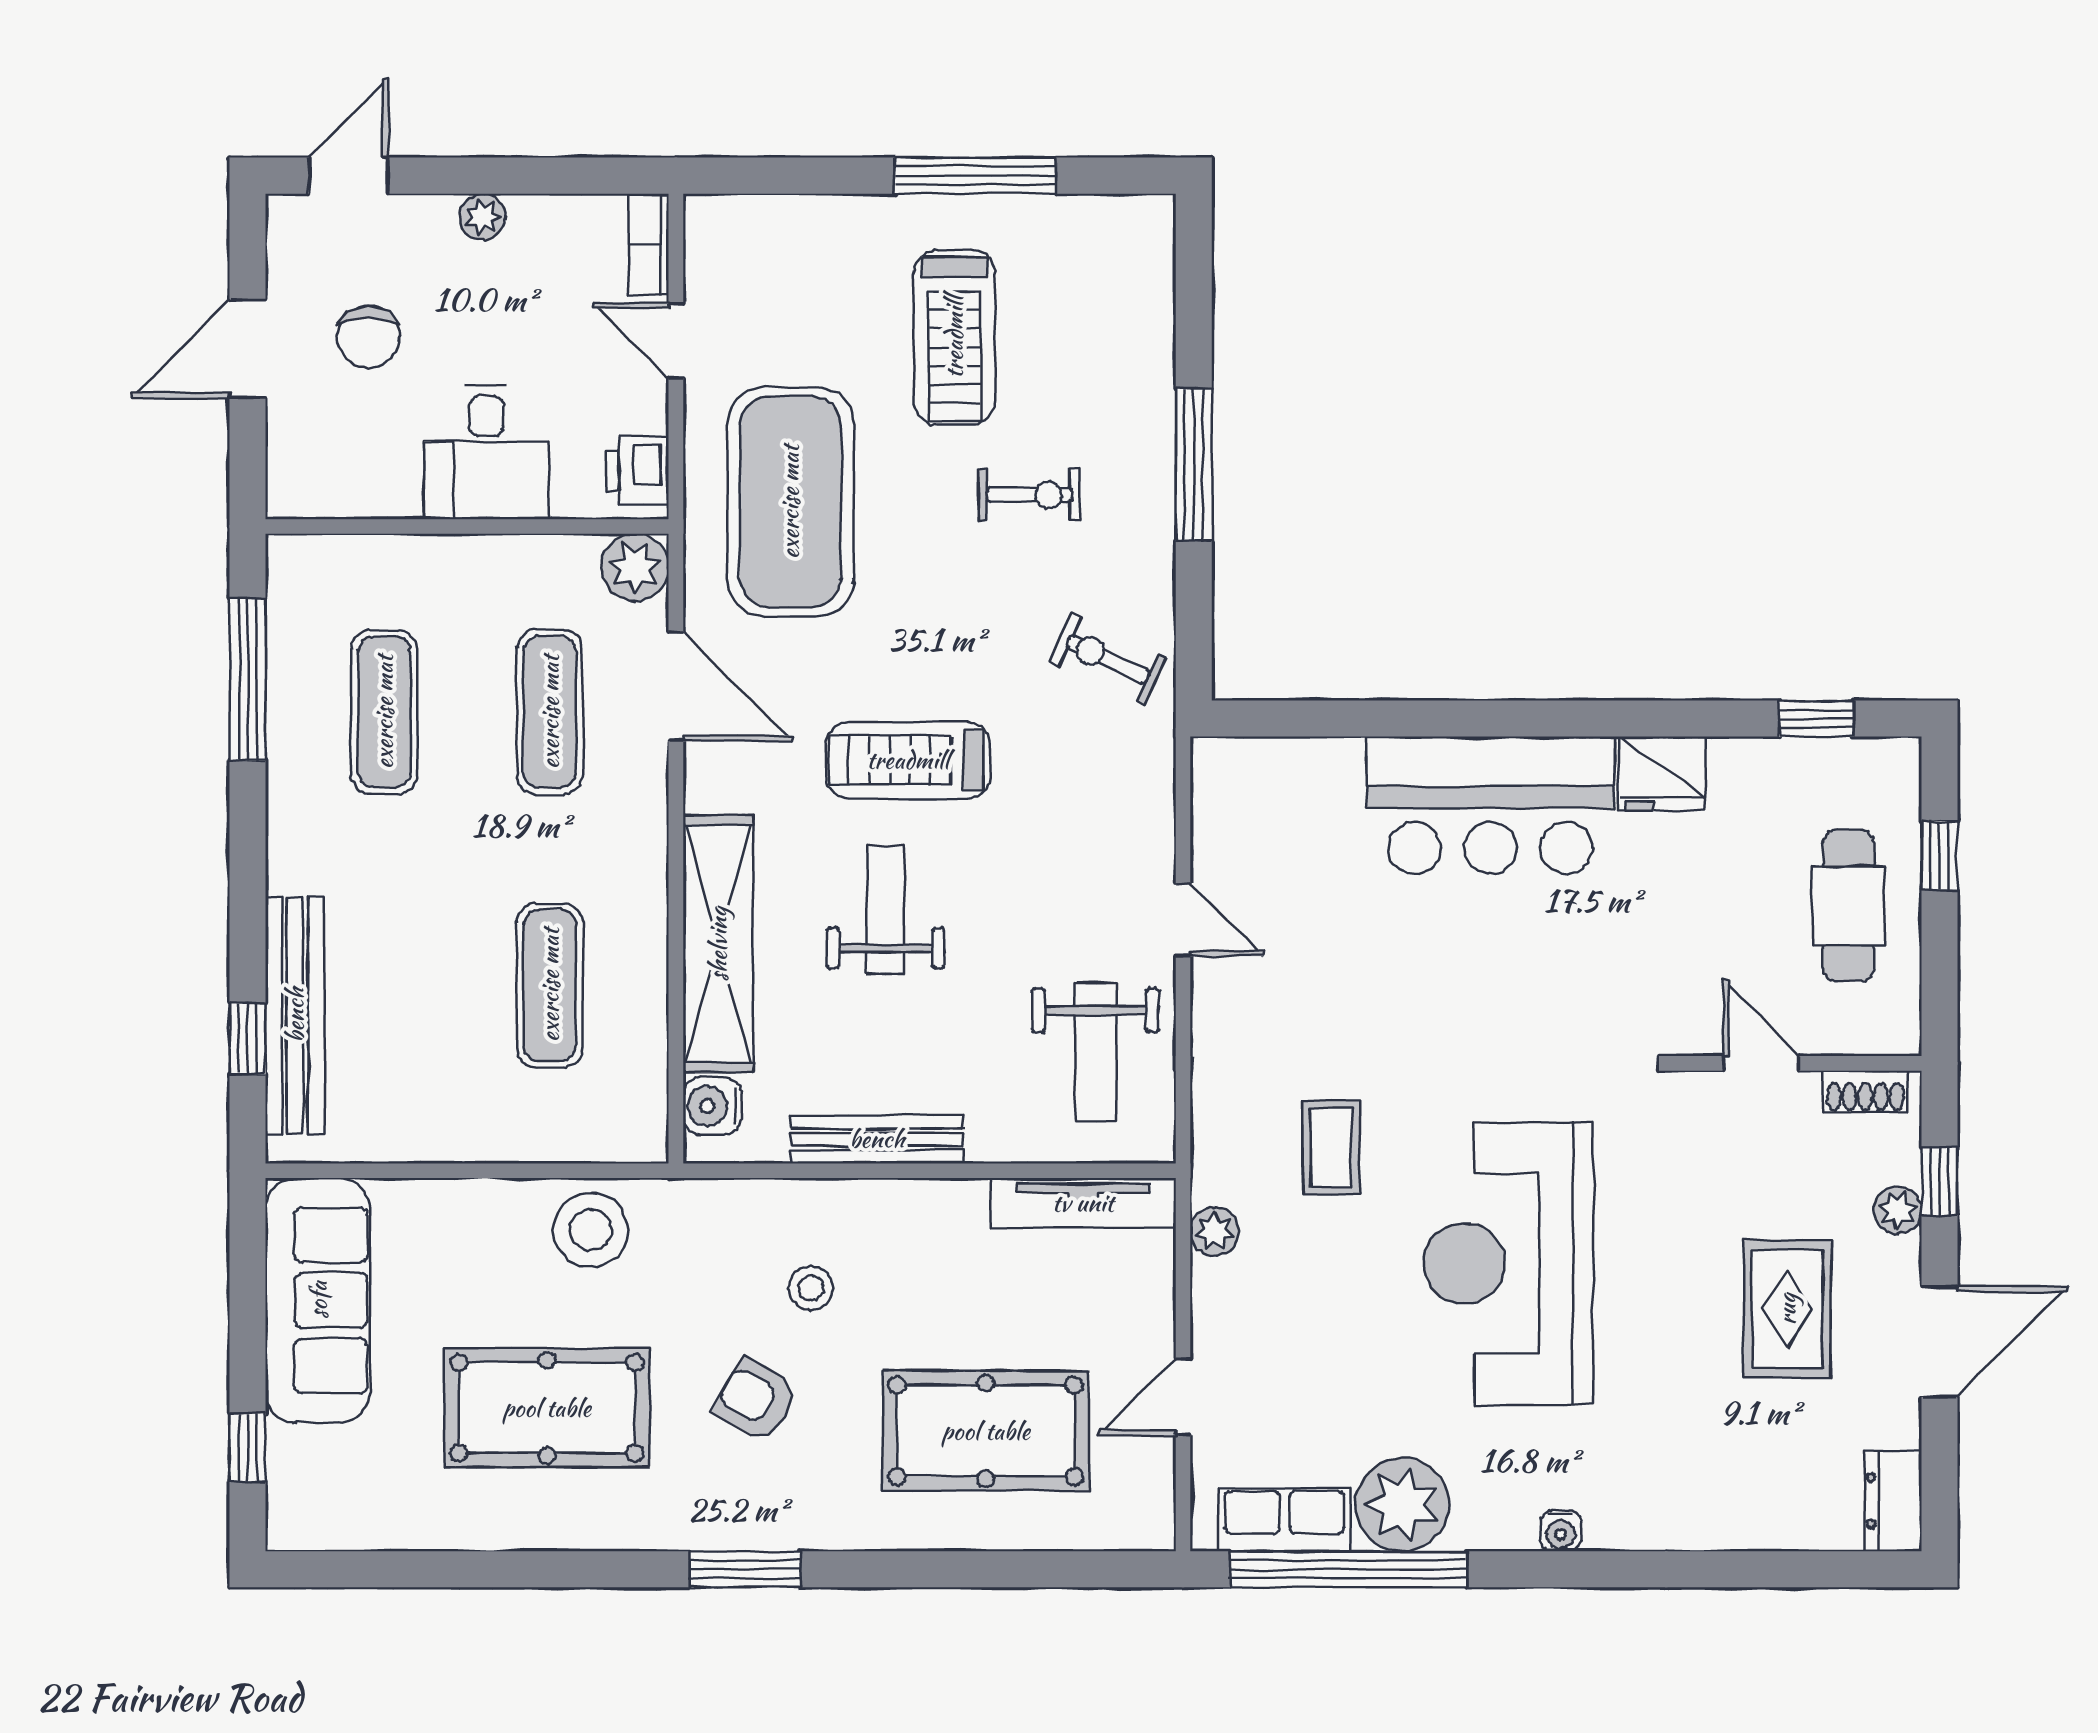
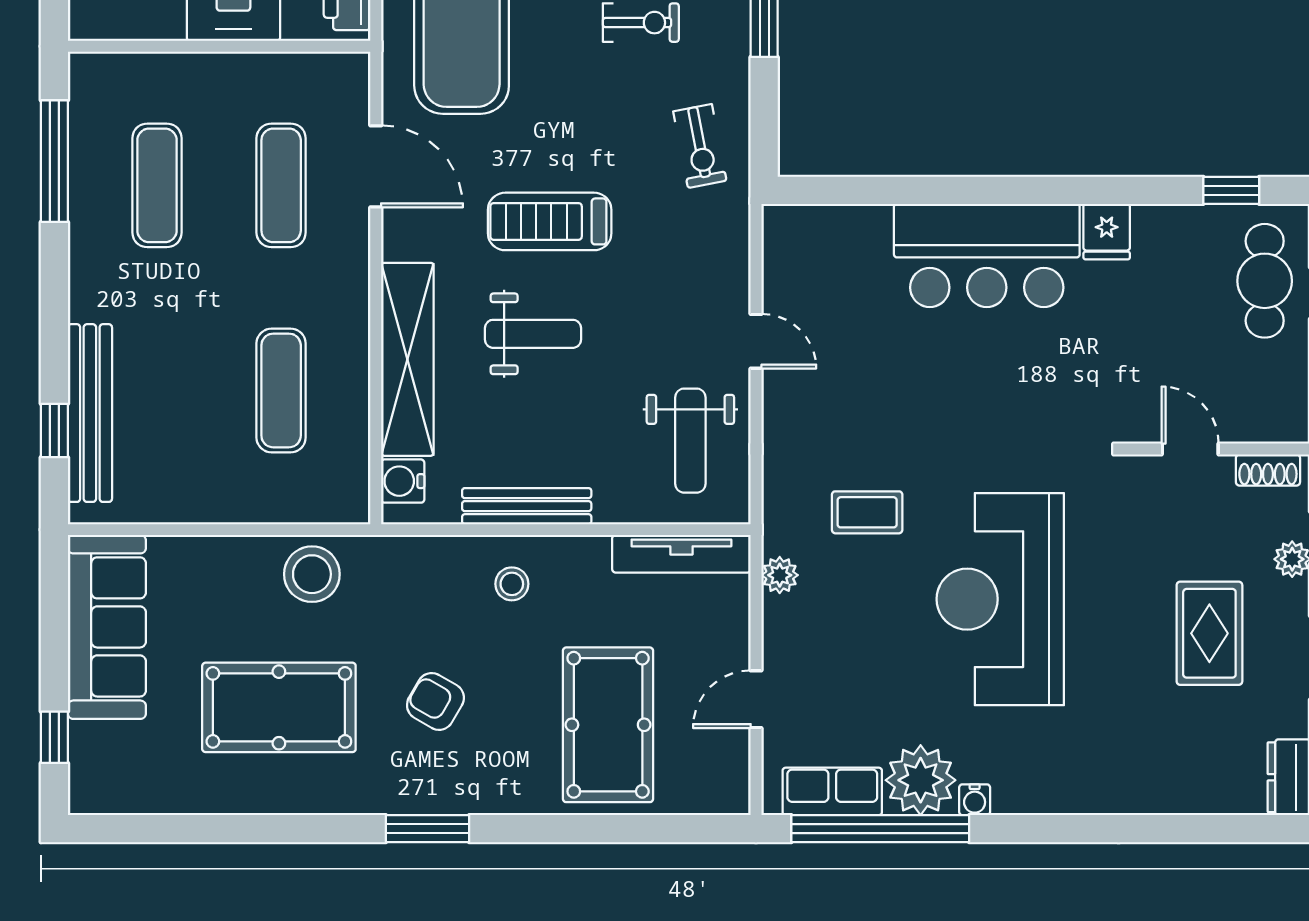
plant: (635, 567) -> (345, 77), removed
exercise bike: (1108, 659) -> (700, 146), turned -126
fridge: (1662, 773) -> (1107, 232), width x0.72
cafe table: (1849, 906) -> (1265, 281), moved
weight bench: (886, 910) -> (533, 334), turned 90
coffee table: (1331, 1148) -> (867, 512), turned 90
stool: (811, 1288) -> (512, 584), moved
pool table: (986, 1431) -> (608, 725), turned 90
water cooler: (1561, 1531) -> (975, 800), moved

